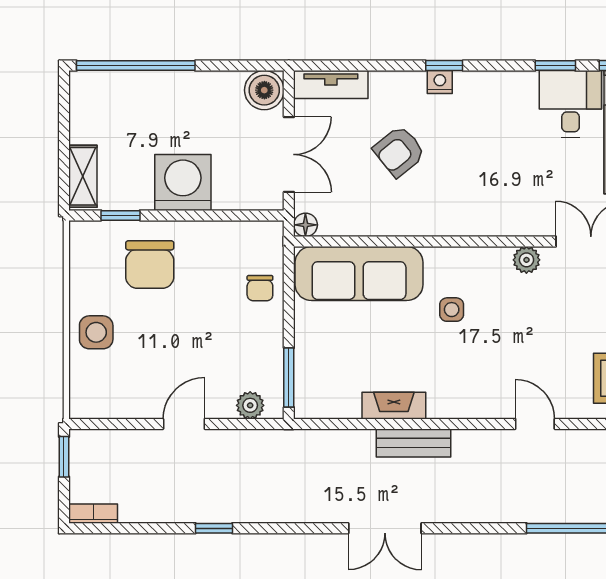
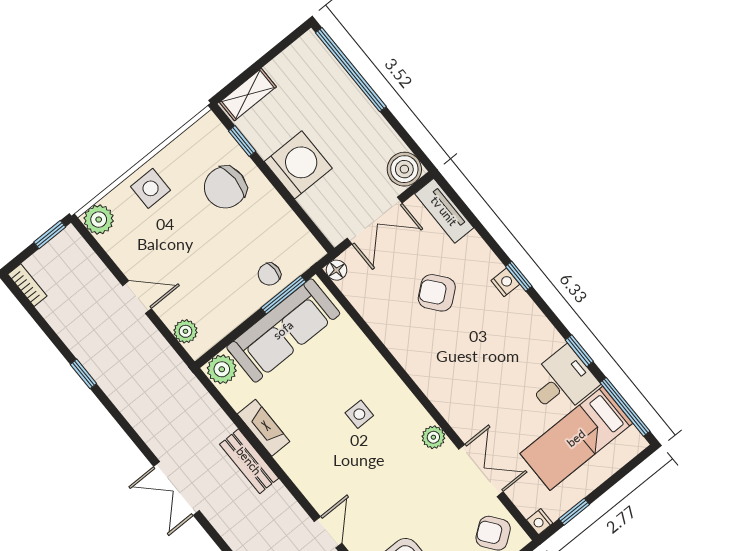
sofa: (359, 274) -> (283, 330), moved, turned -90
window: (289, 378) -> (283, 295), moved
plant: (311, 400) -> (222, 369), added
plant: (86, 402) -> (99, 220), added

